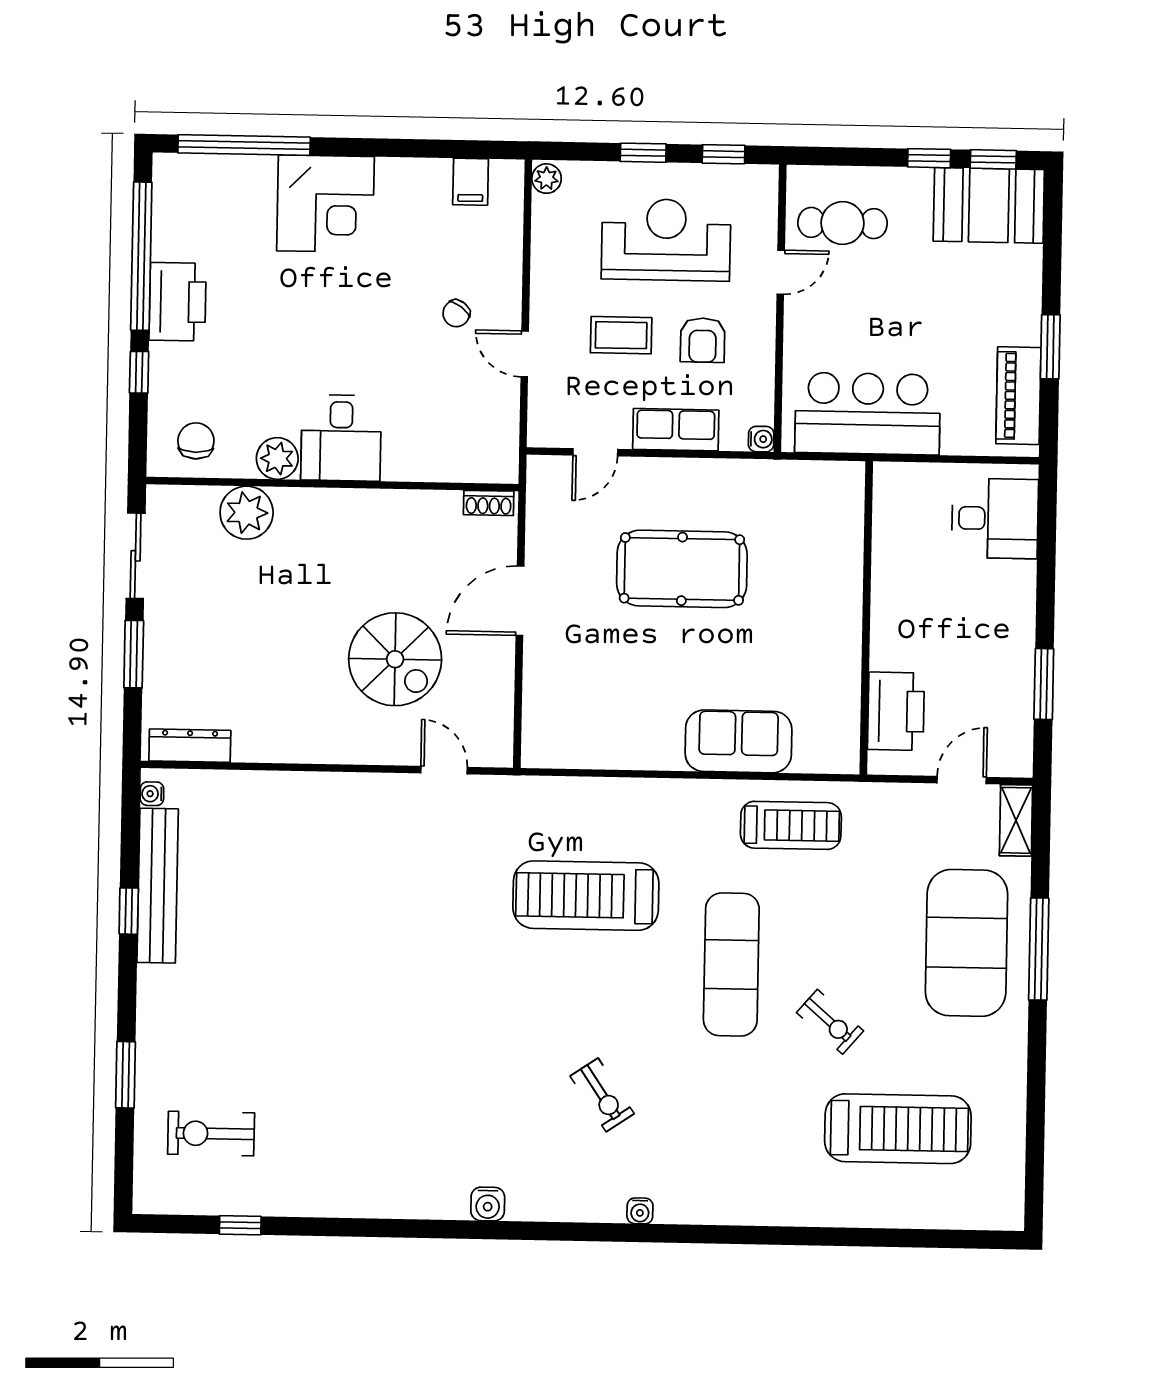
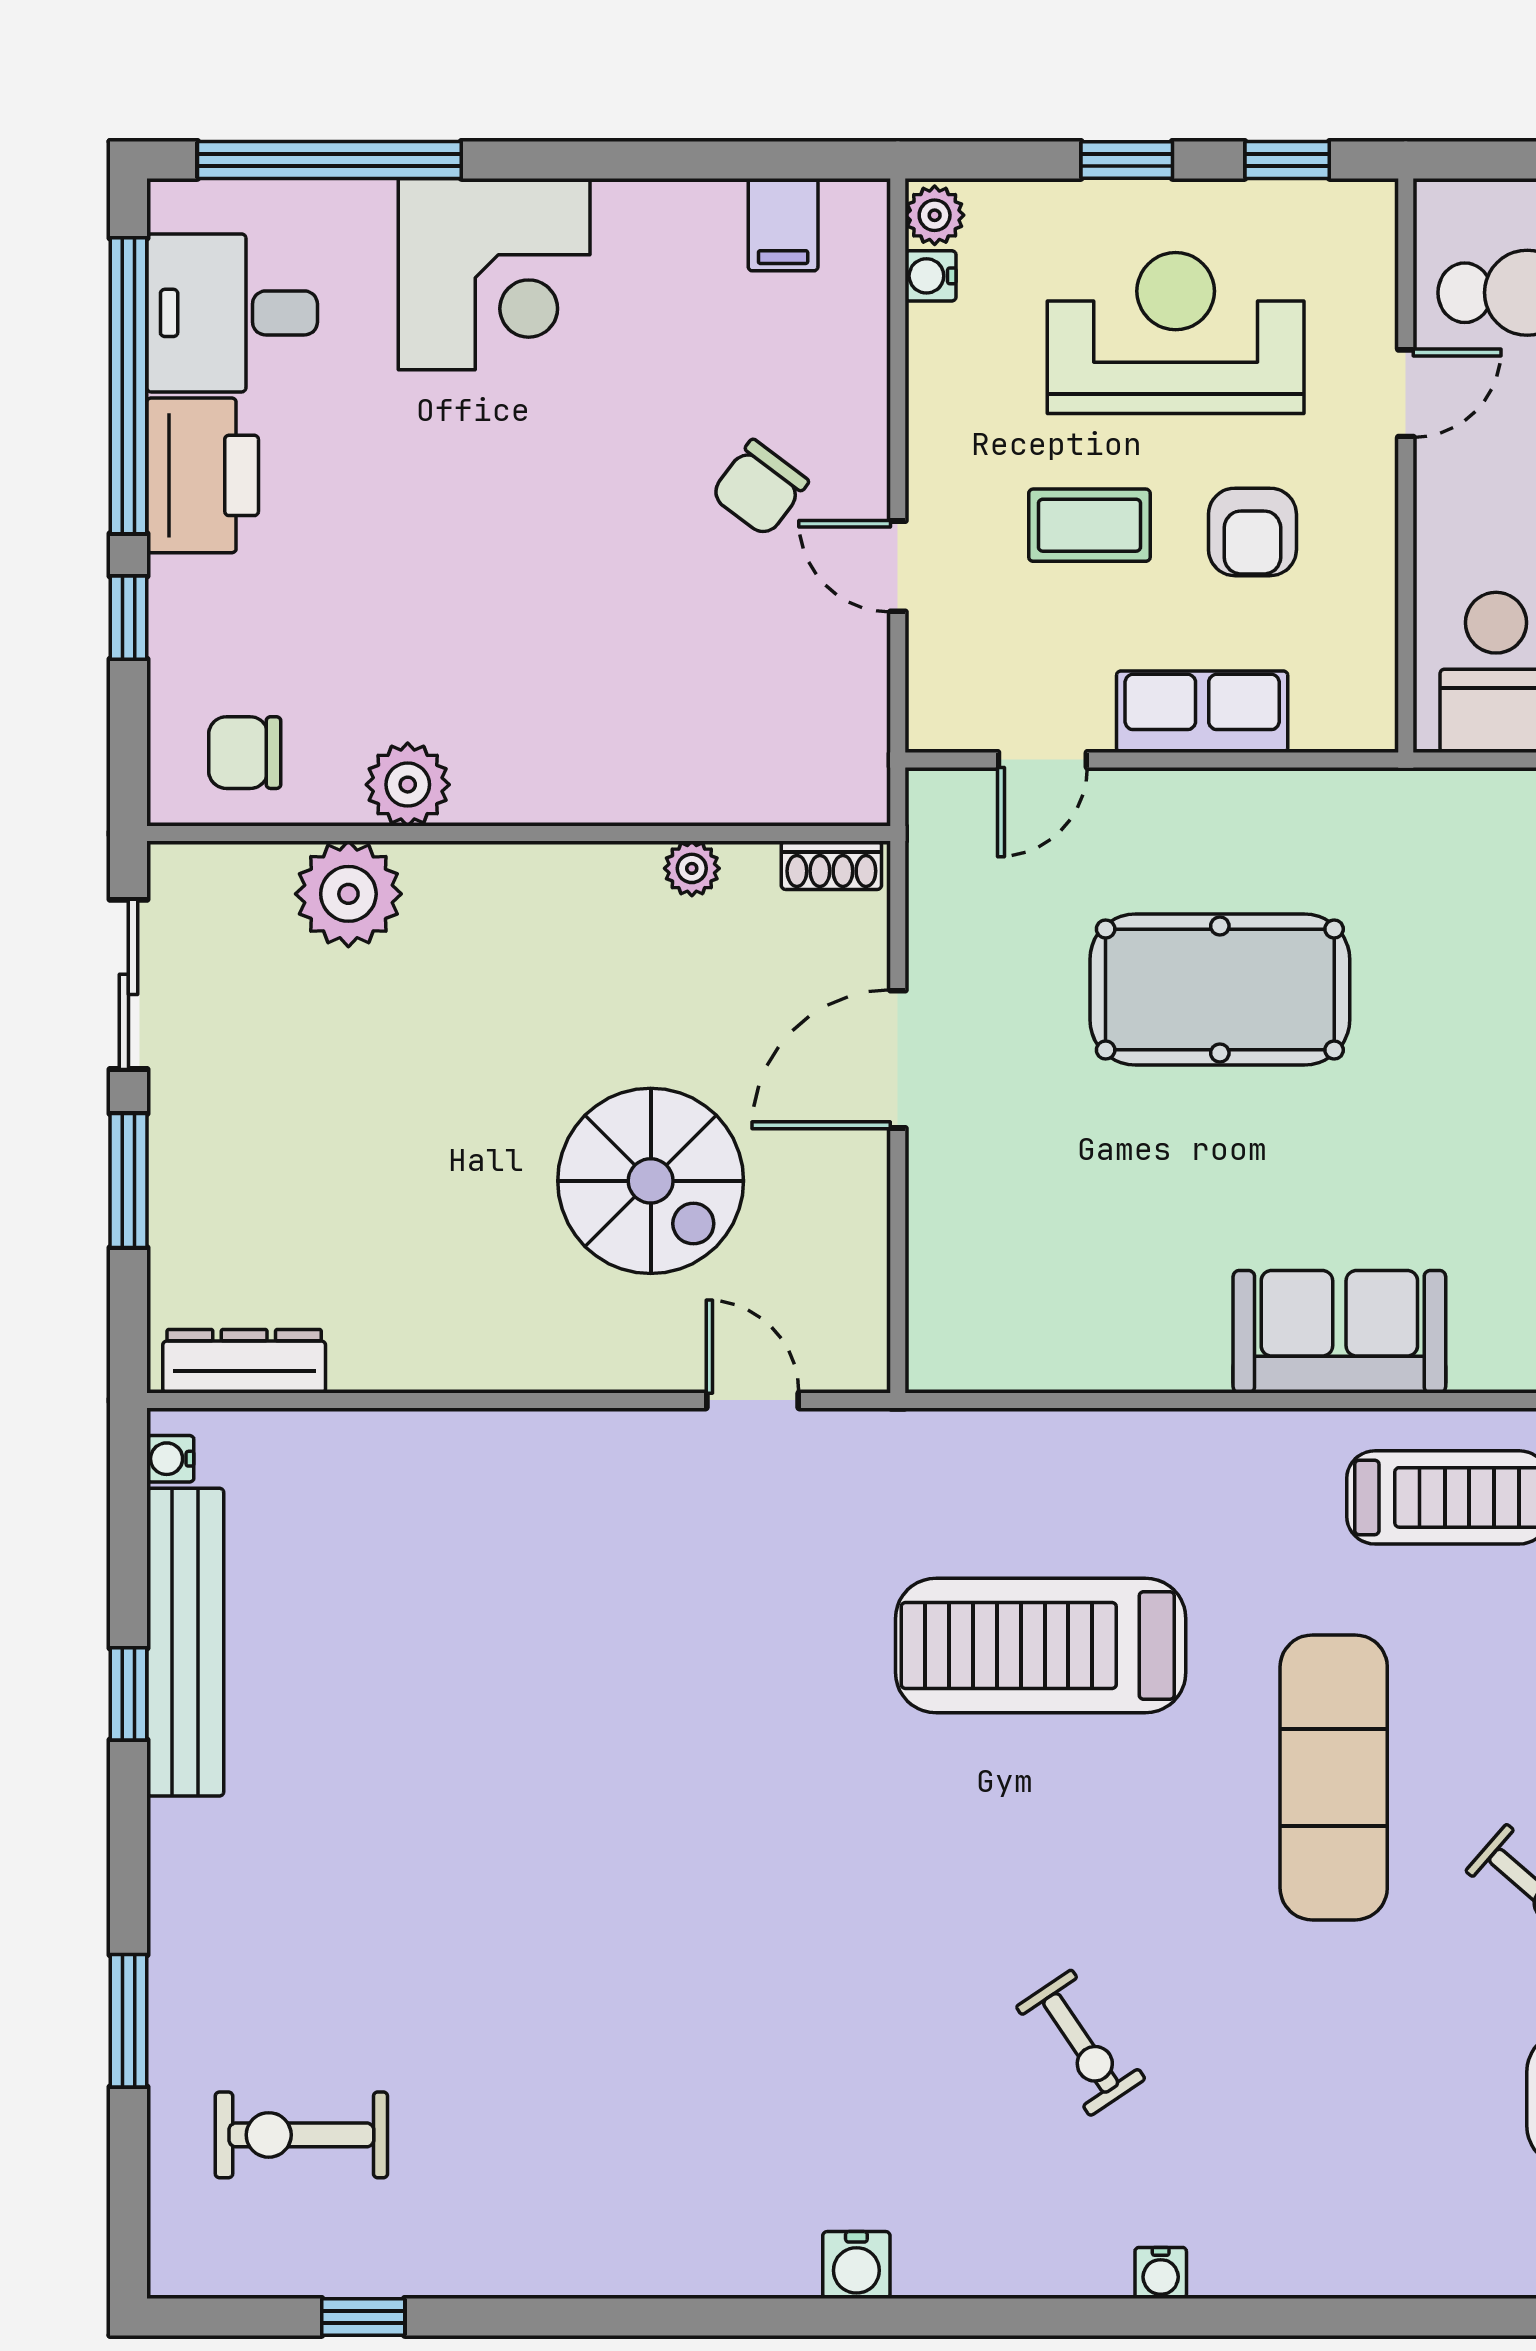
chair: (456, 313) -> (760, 488), width x1.37, depth x1.37
desk: (341, 438) -> (232, 313), moved, turned 90
water cooler: (761, 439) -> (930, 276), moved, turned 180
chair: (196, 441) -> (245, 753), turned -90
plant: (419, 503) -> (692, 868), added

